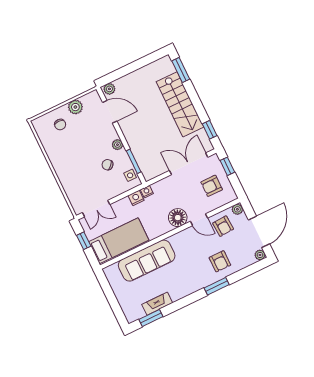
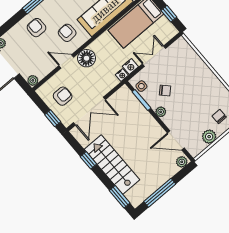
window: (139, 64) -> (160, 193), added
window: (210, 130) -> (88, 160), moved
double door: (96, 209) -> (154, 56), moved
armchair: (223, 226) -> (67, 33), moved

